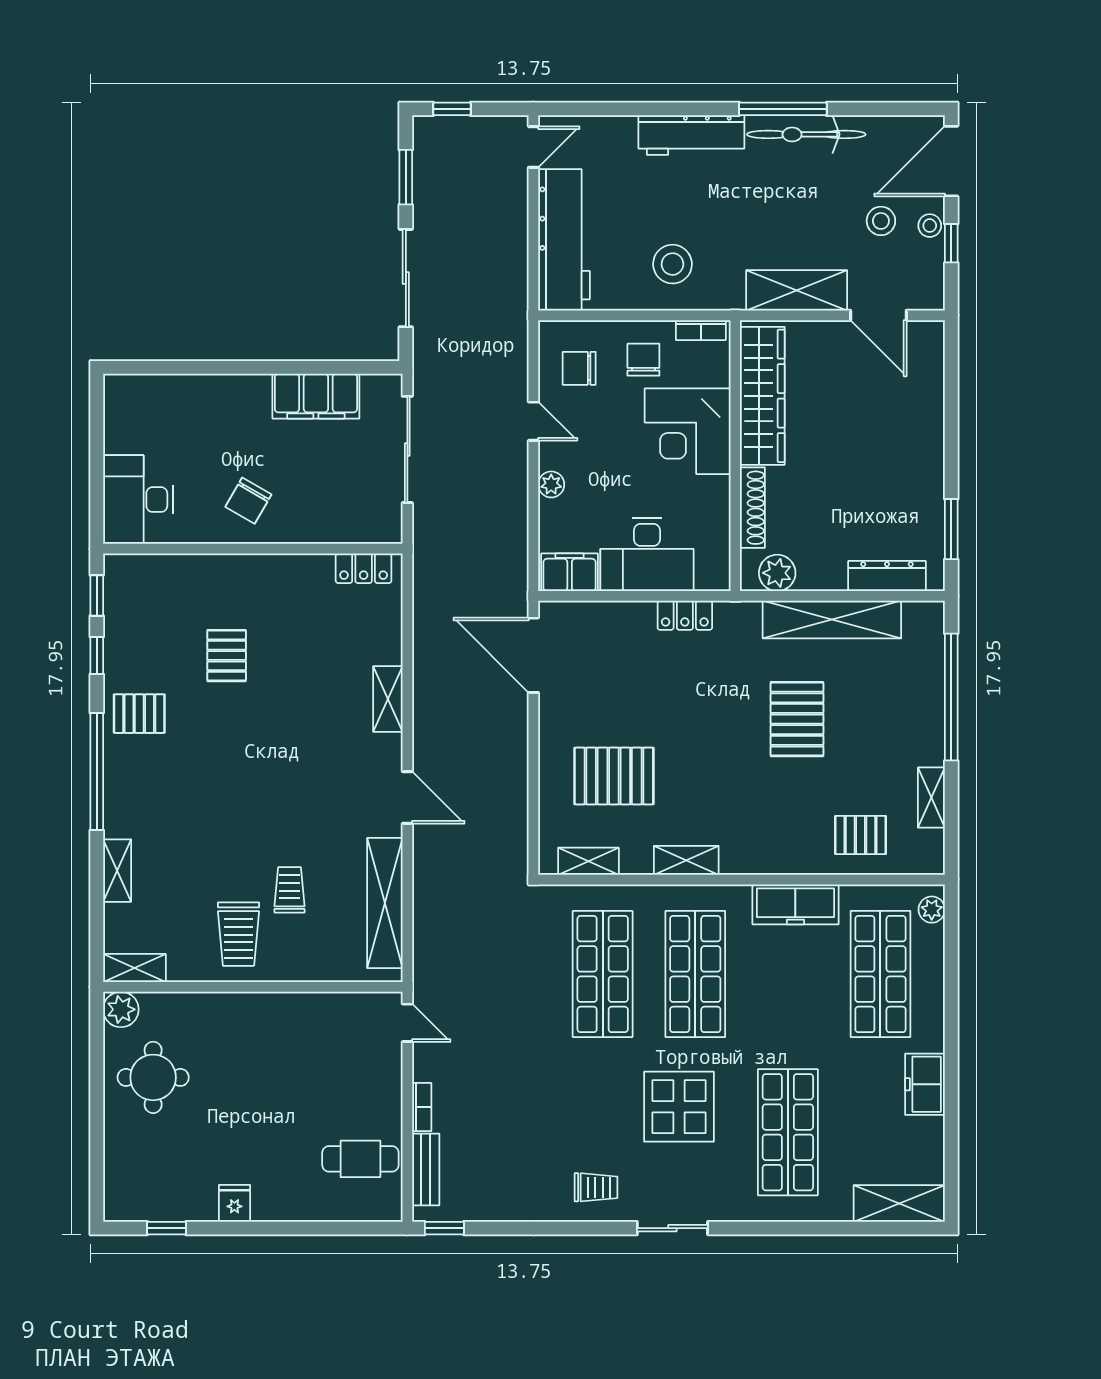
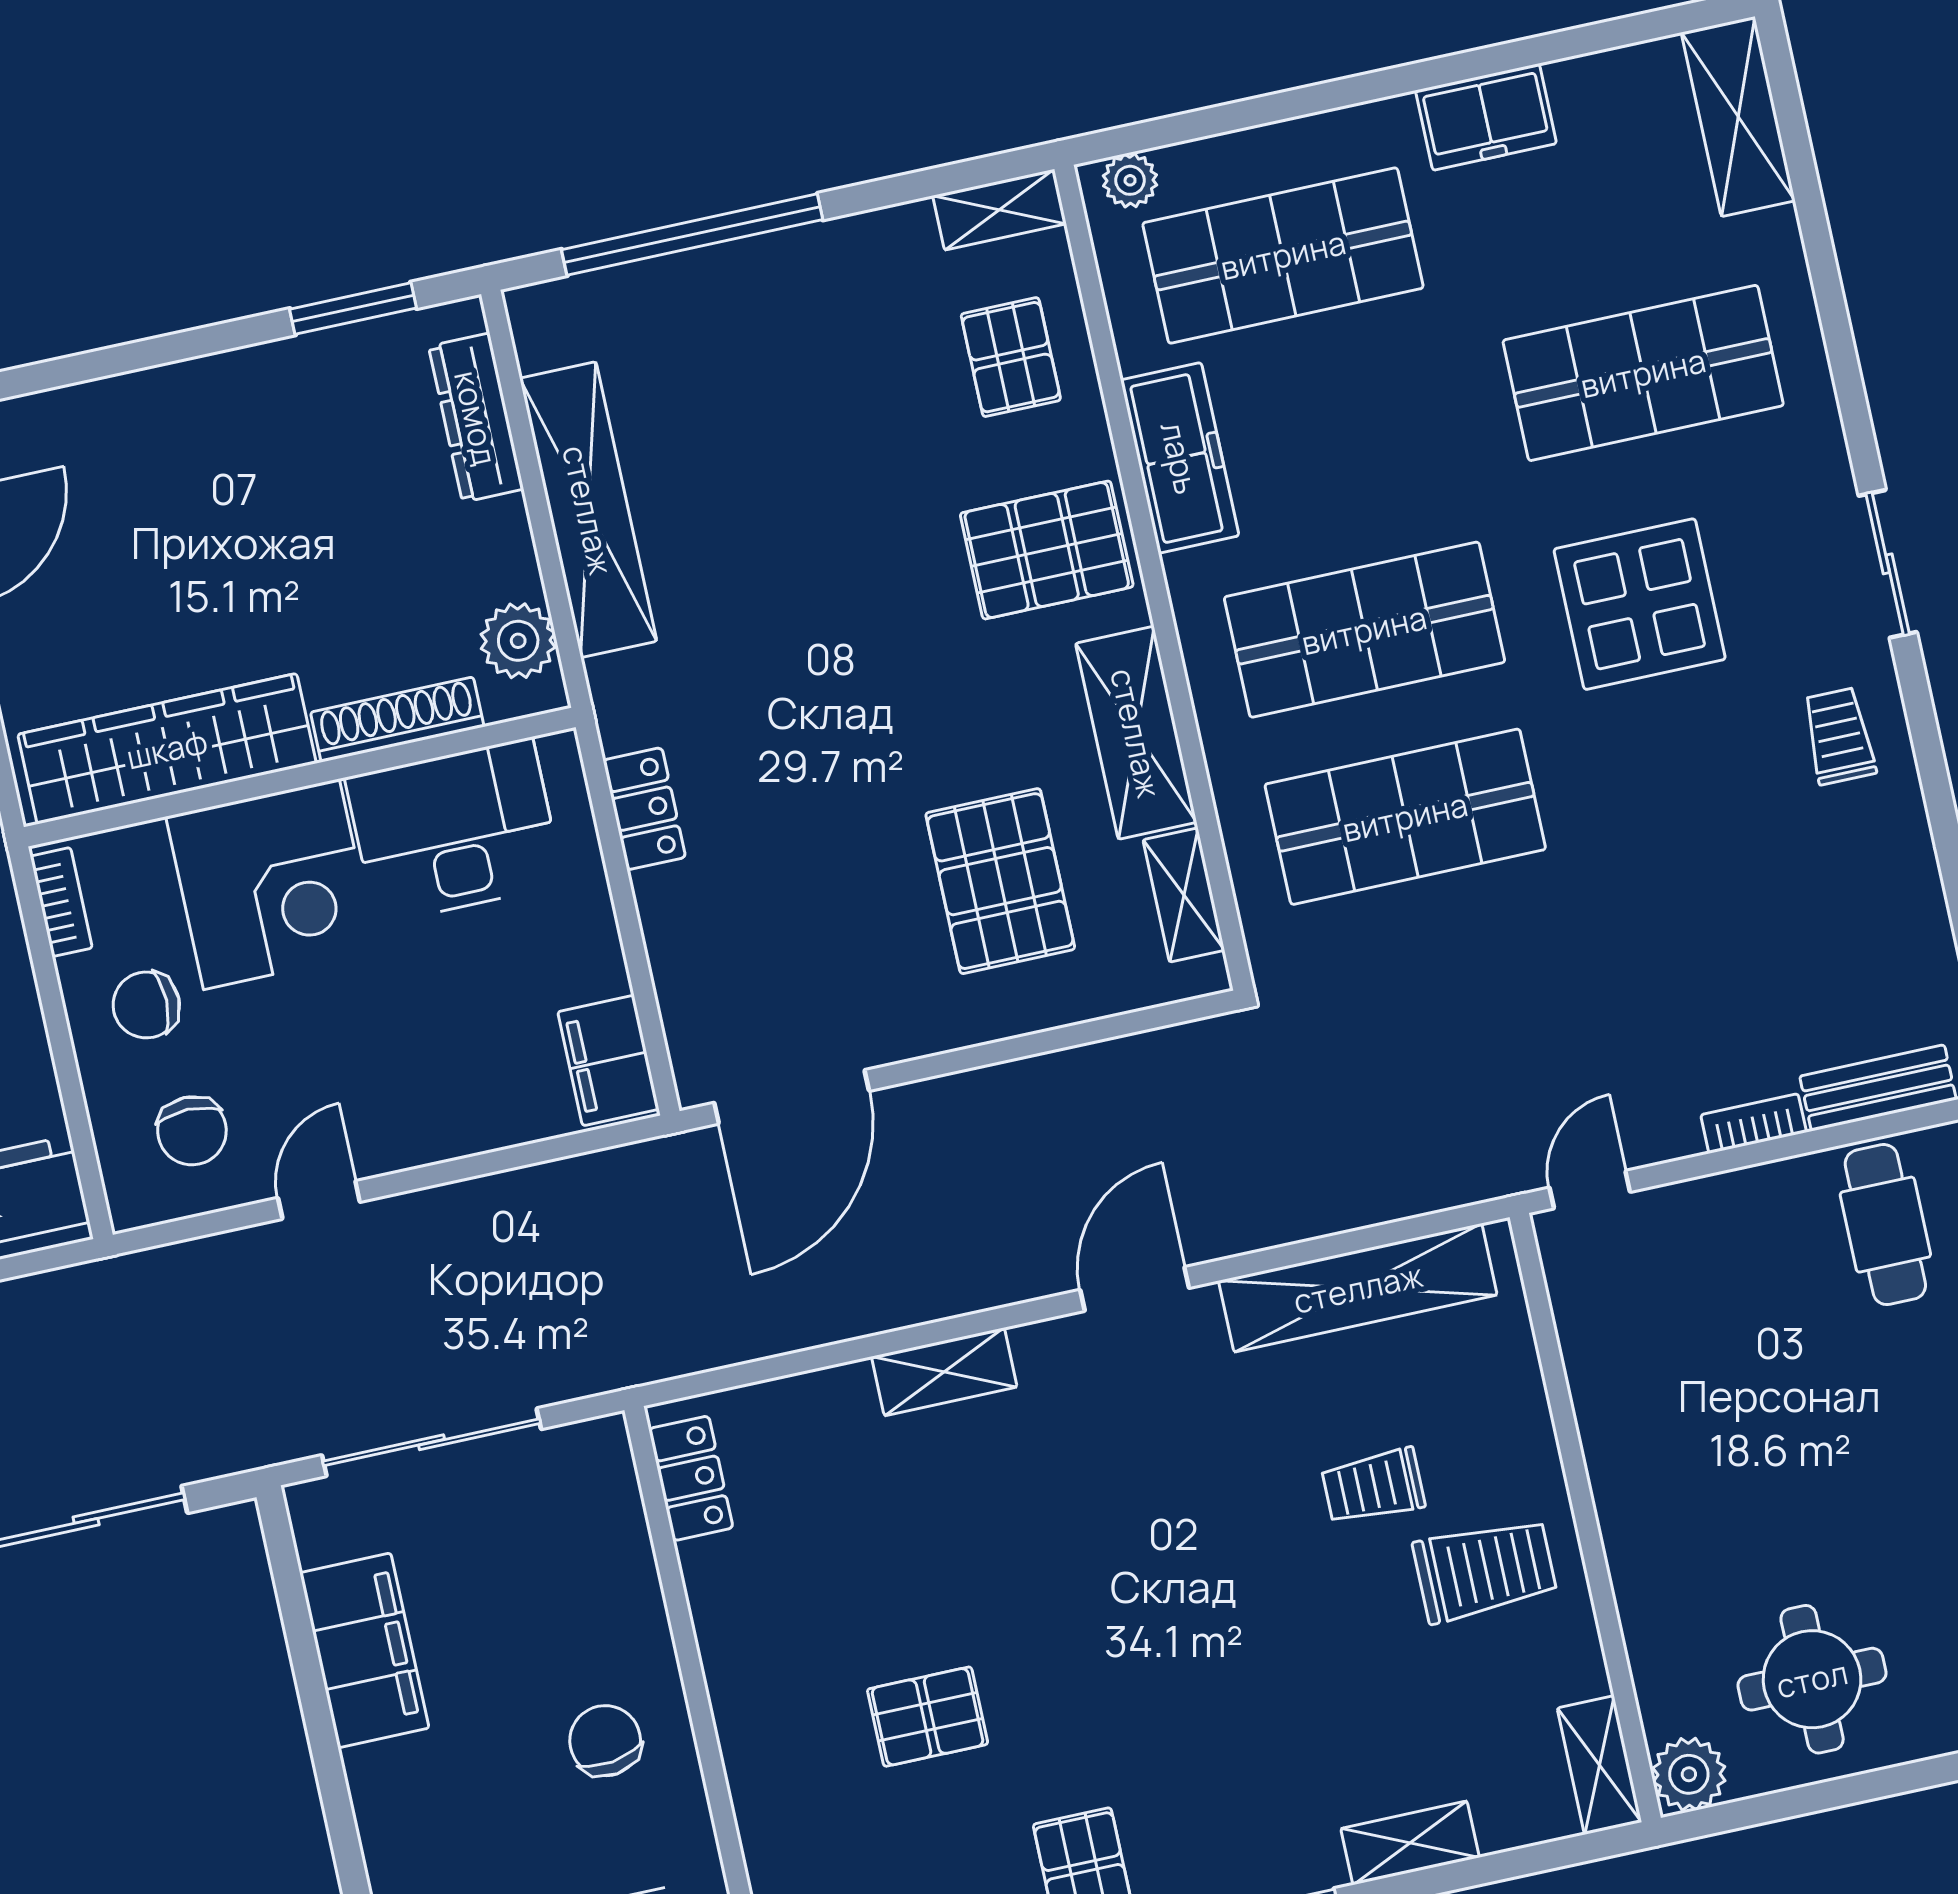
plant: (551, 484) -> (439, 1136), removed
chair: (248, 501) -> (605, 1741), turned -128
desk: (647, 555) -> (454, 831), moved, turned -90
pallet: (797, 719) -> (1047, 550), moved
shelving: (931, 798) -> (999, 210), moved
shelving: (686, 860) -> (1136, 733), width x1.50, depth x1.33

